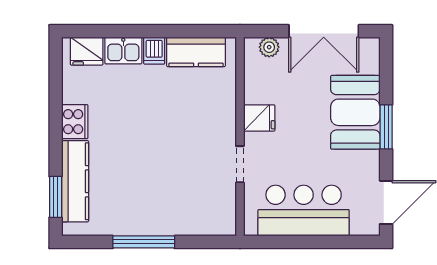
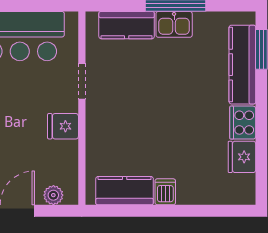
fridge: (87, 51) -> (242, 157), moved, turned -90
kitchen sink: (123, 51) -> (174, 24), moved, turned 180
kitchen counter: (194, 222) -> (127, 25), added

